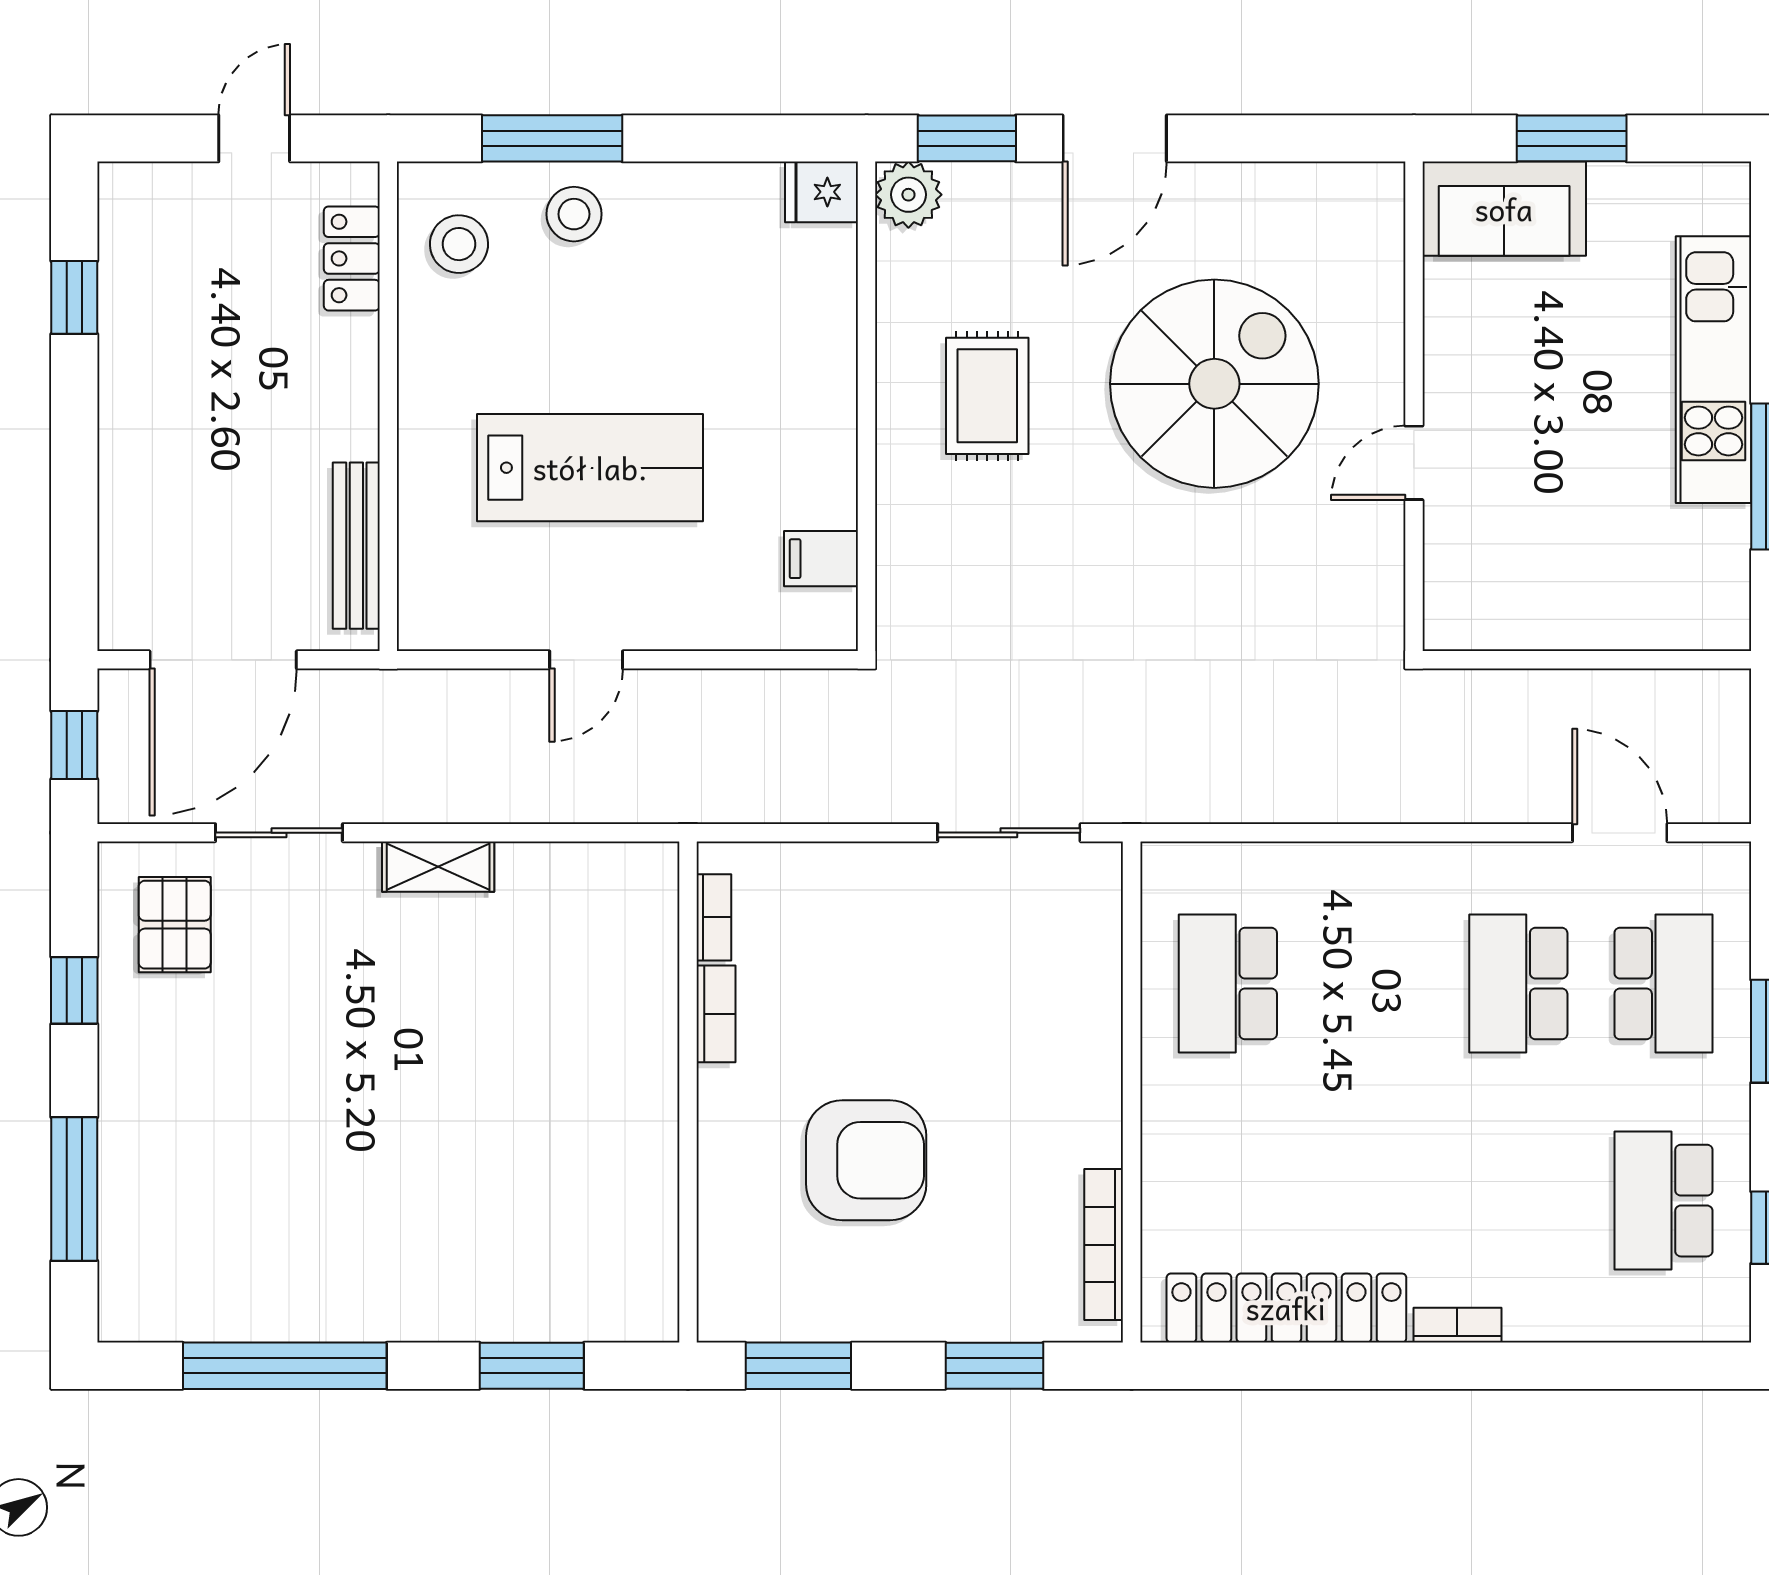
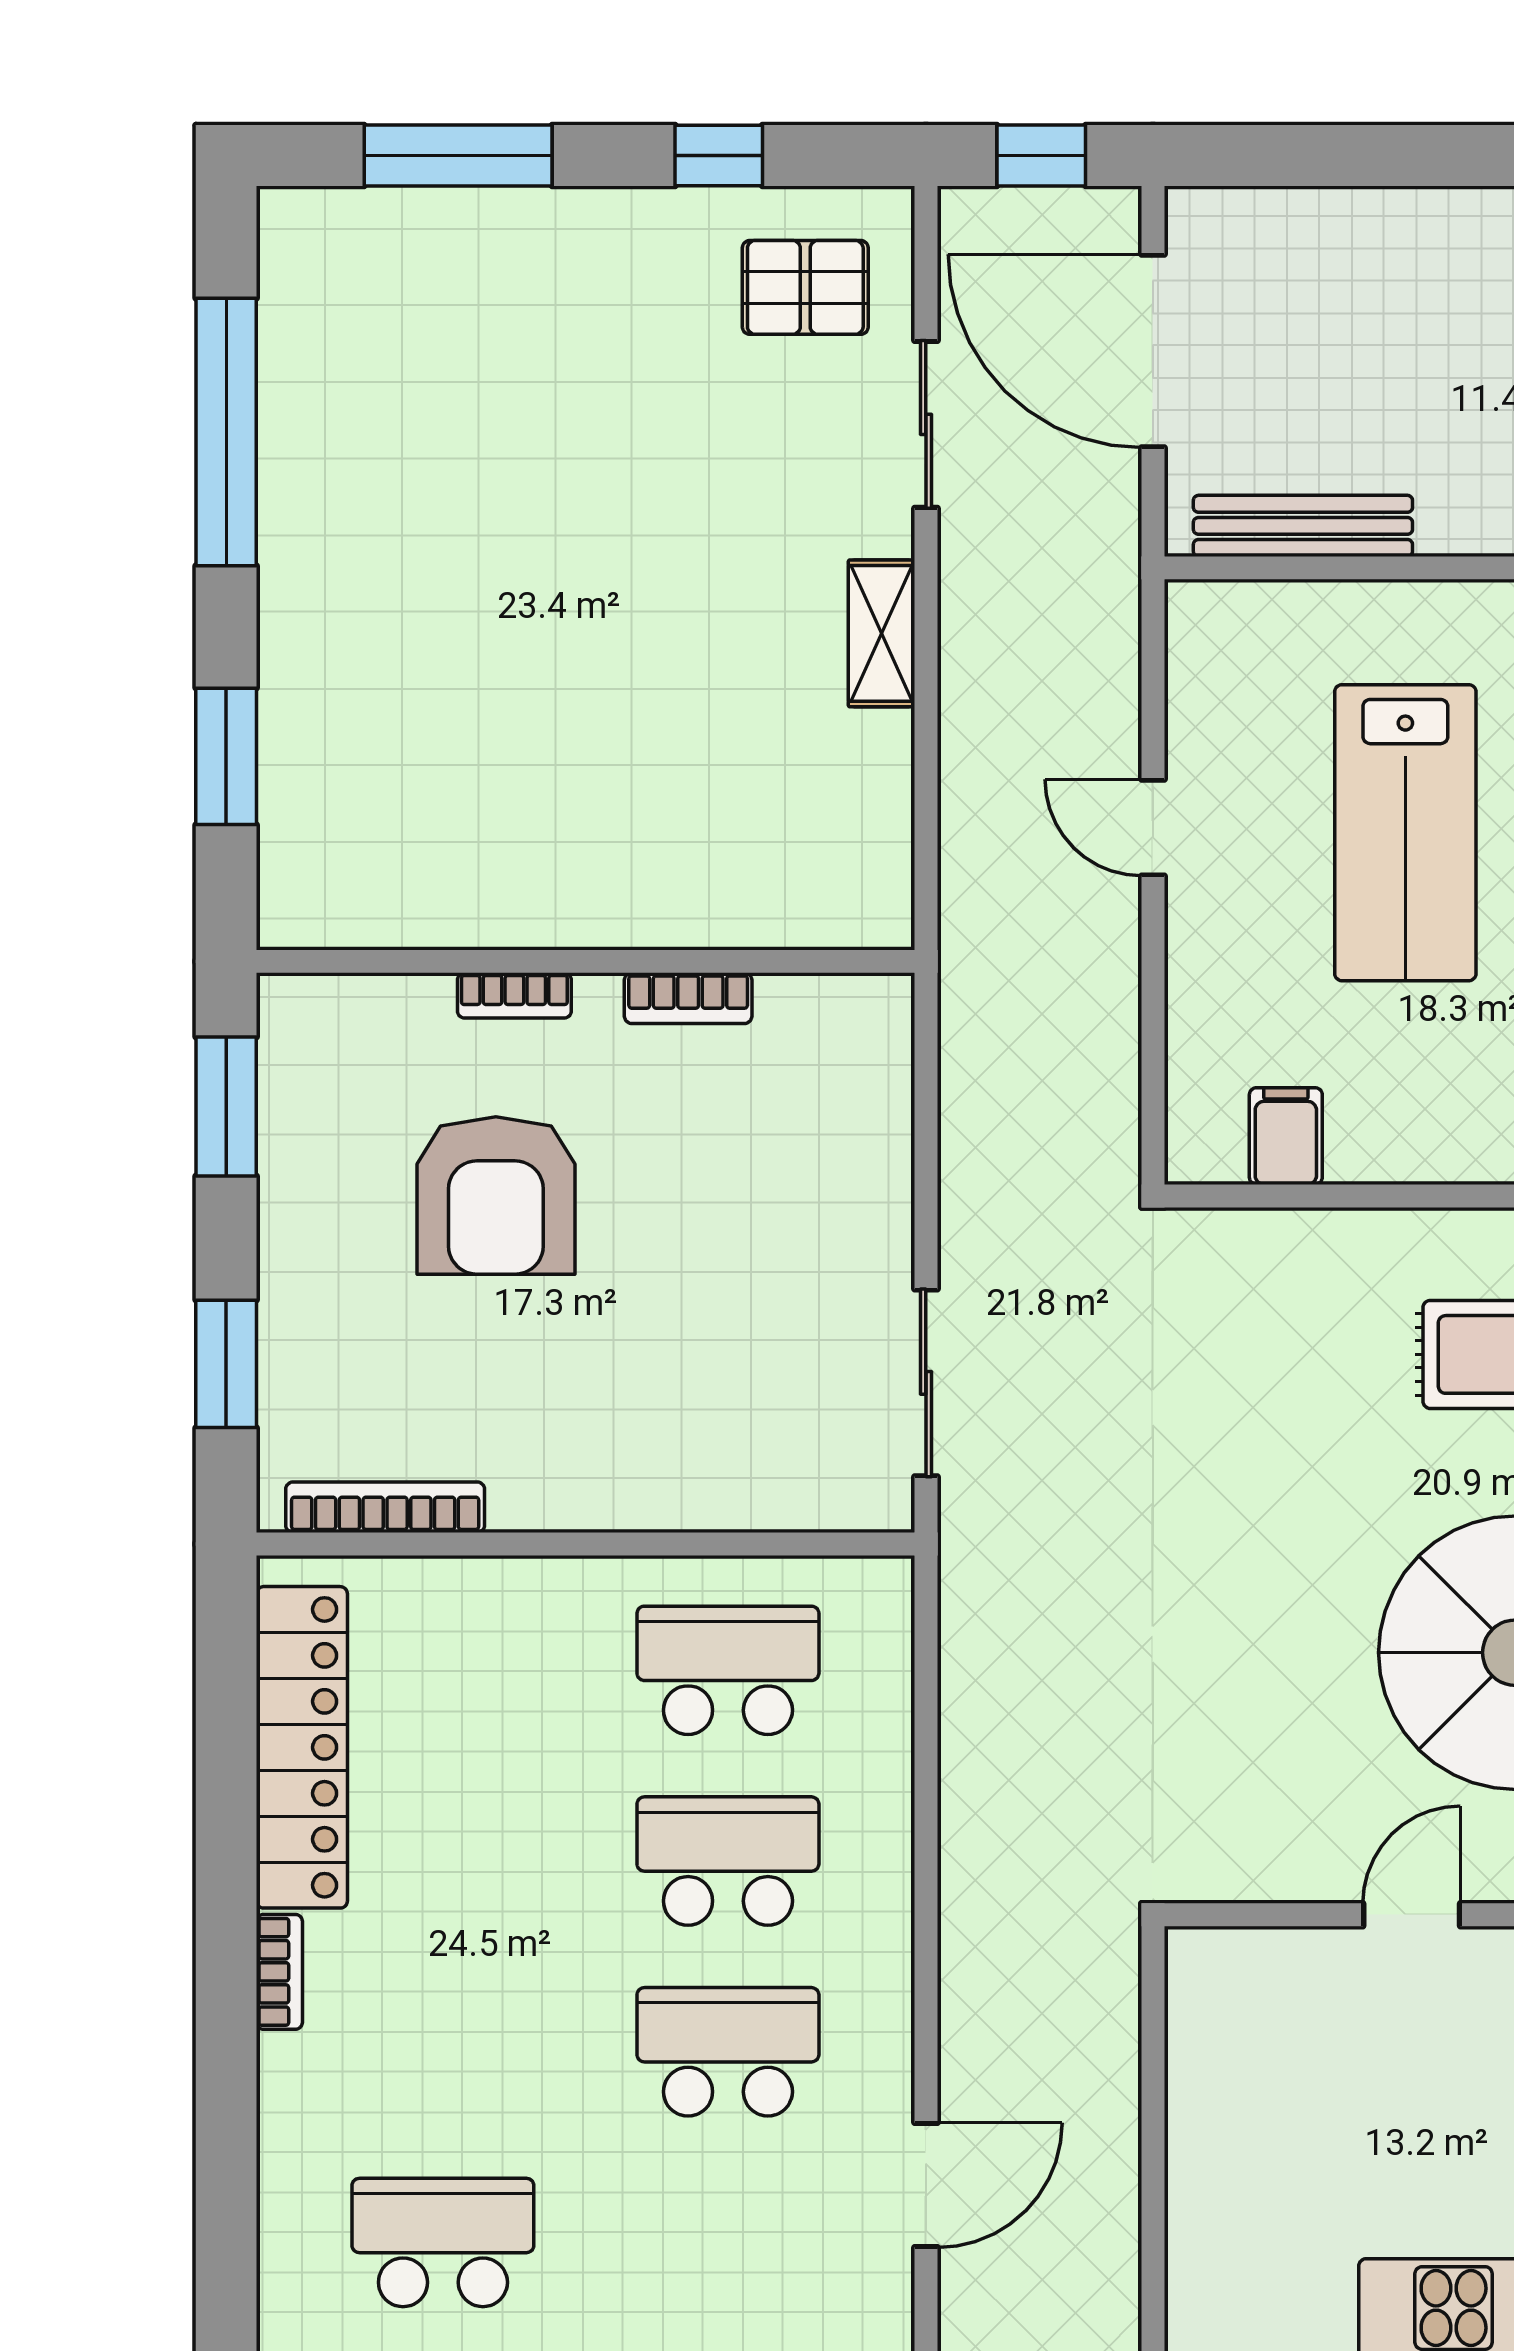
door: (1414, 463) -> (1412, 1915), hinge flipped
bookcase: (714, 917) -> (514, 995), moved
school desk: (1664, 983) -> (728, 1861), moved, turned 180

